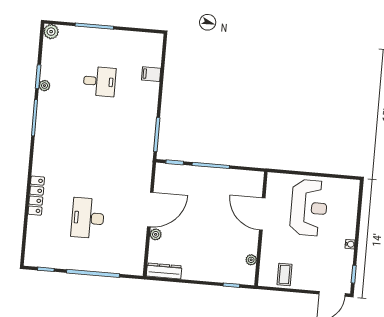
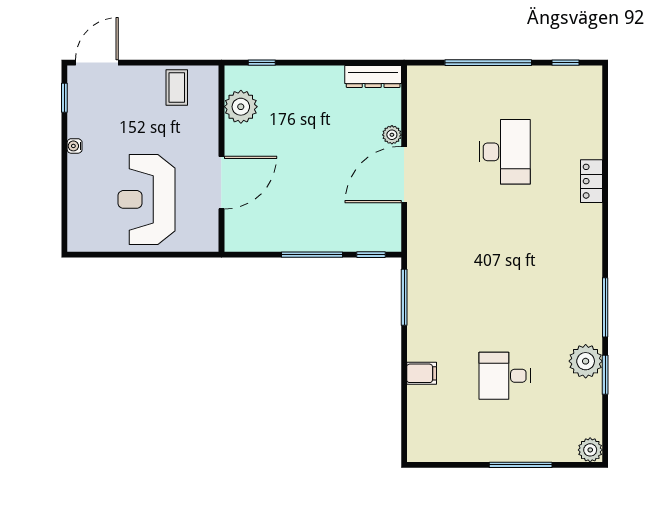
filing cabinet: (151, 74) -> (422, 373), moved
plant: (44, 86) -> (586, 361), width x1.88, depth x1.88
locker: (36, 196) -> (592, 181), width x0.66
door: (262, 214) -> (221, 183), hinge flipped
plant: (251, 260) -> (241, 107), width x1.88, depth x1.88

